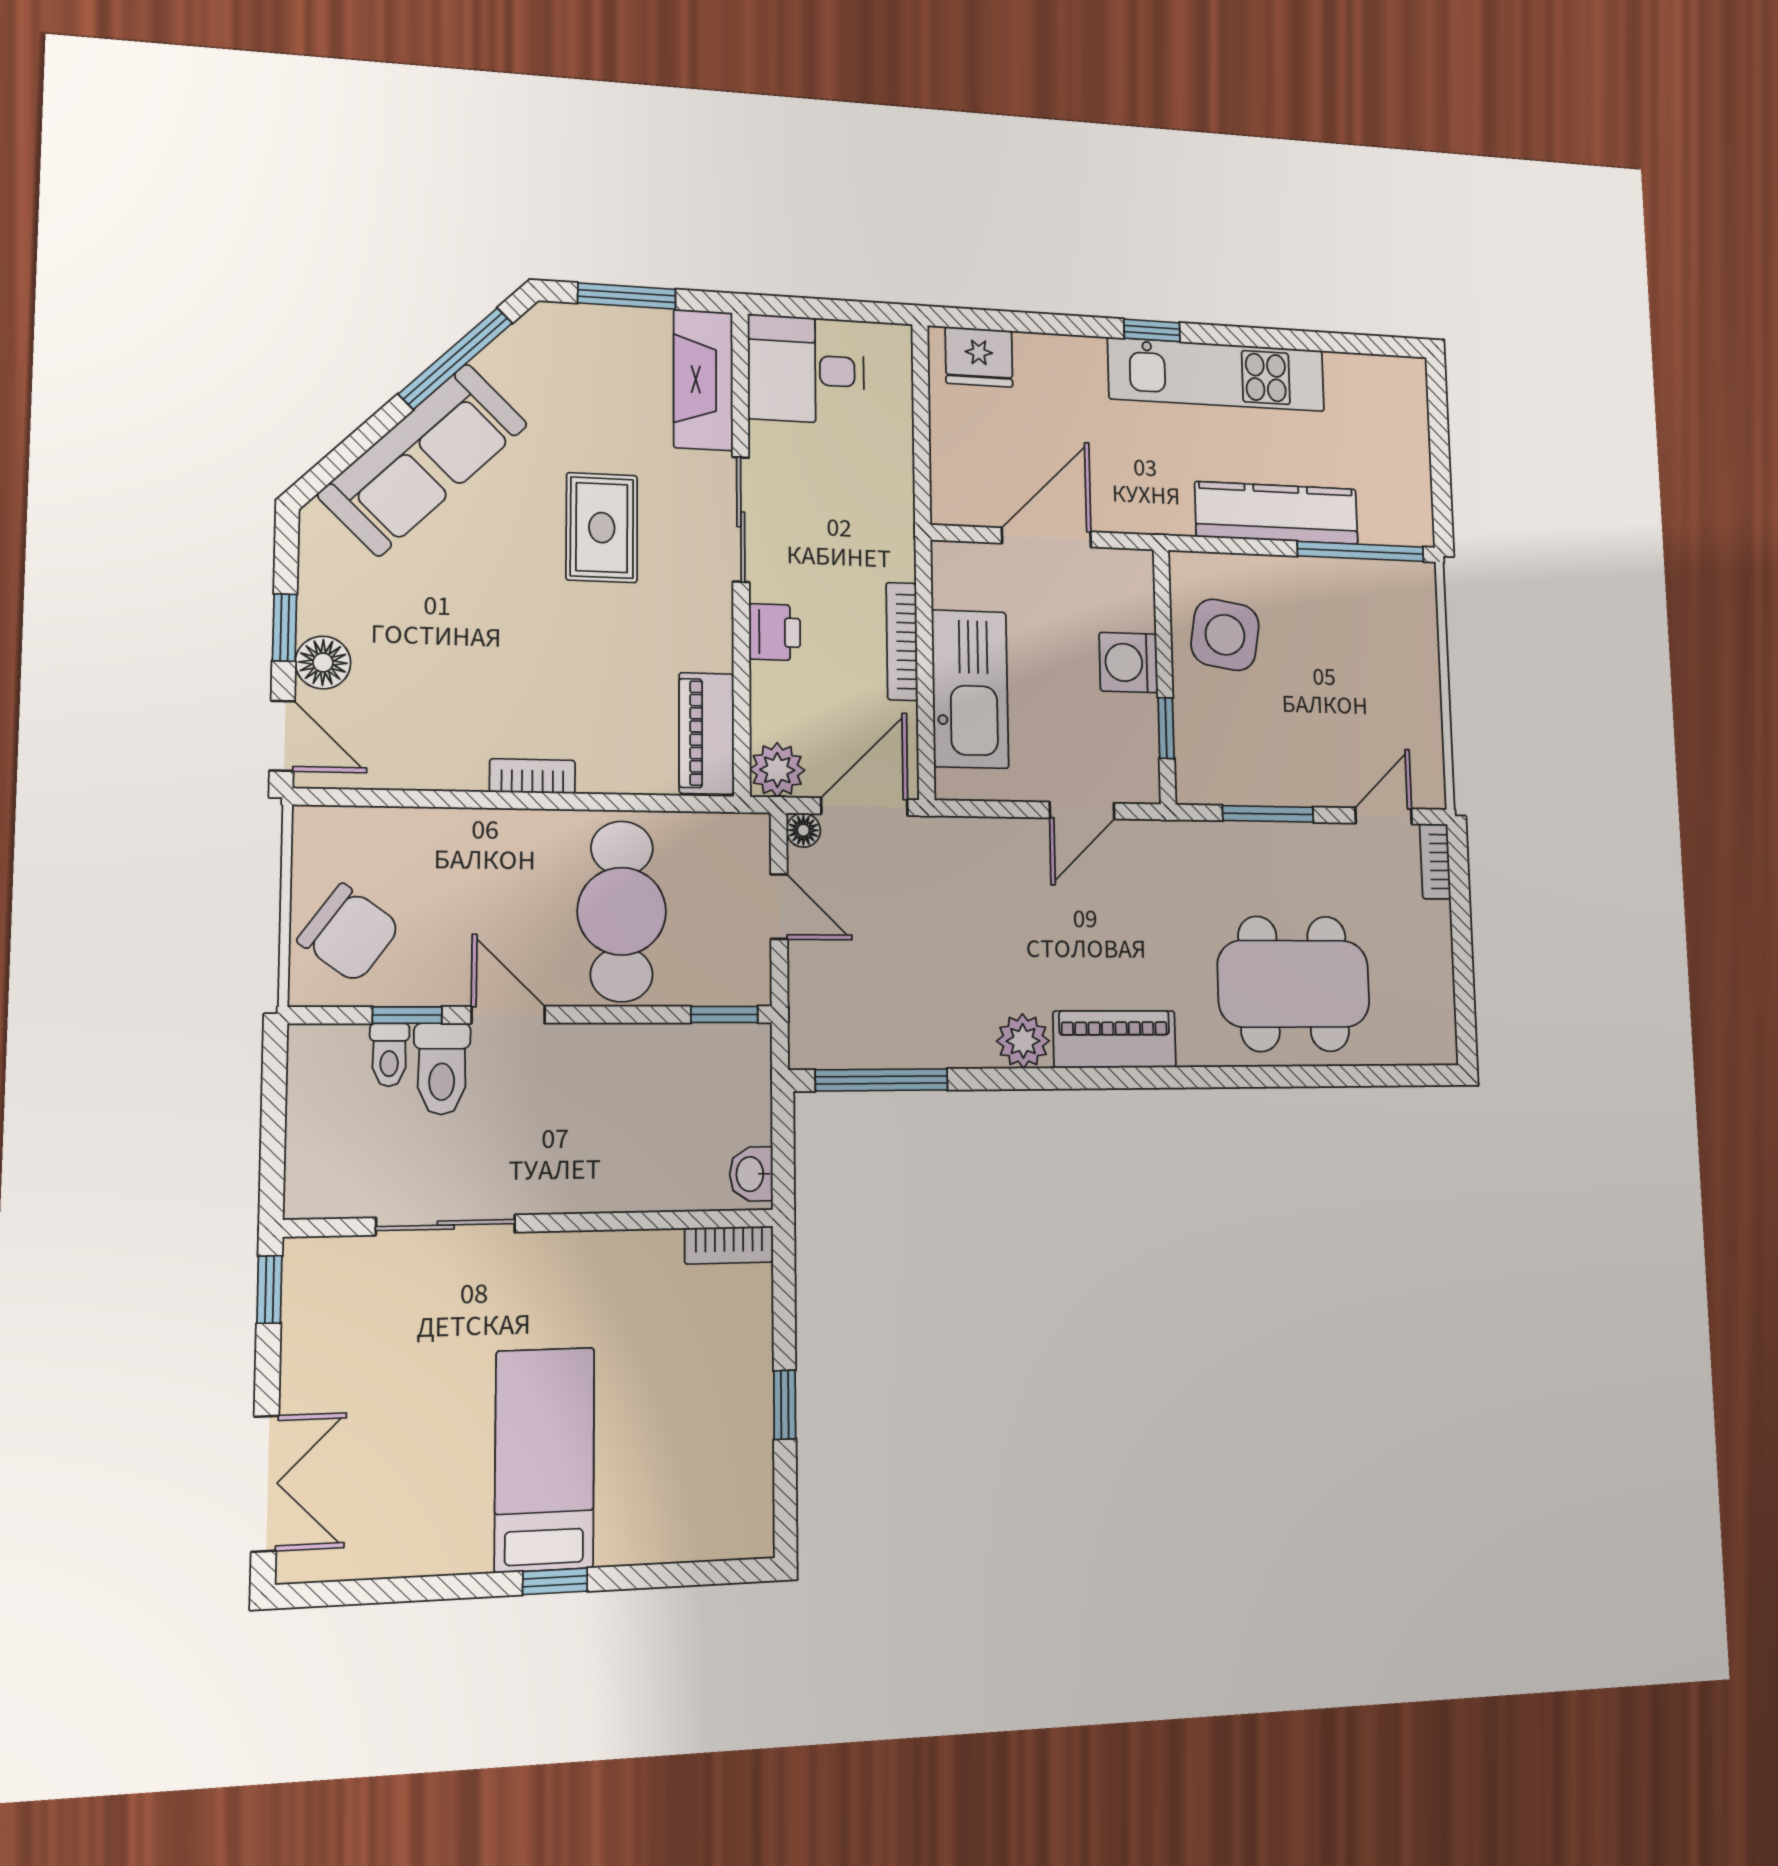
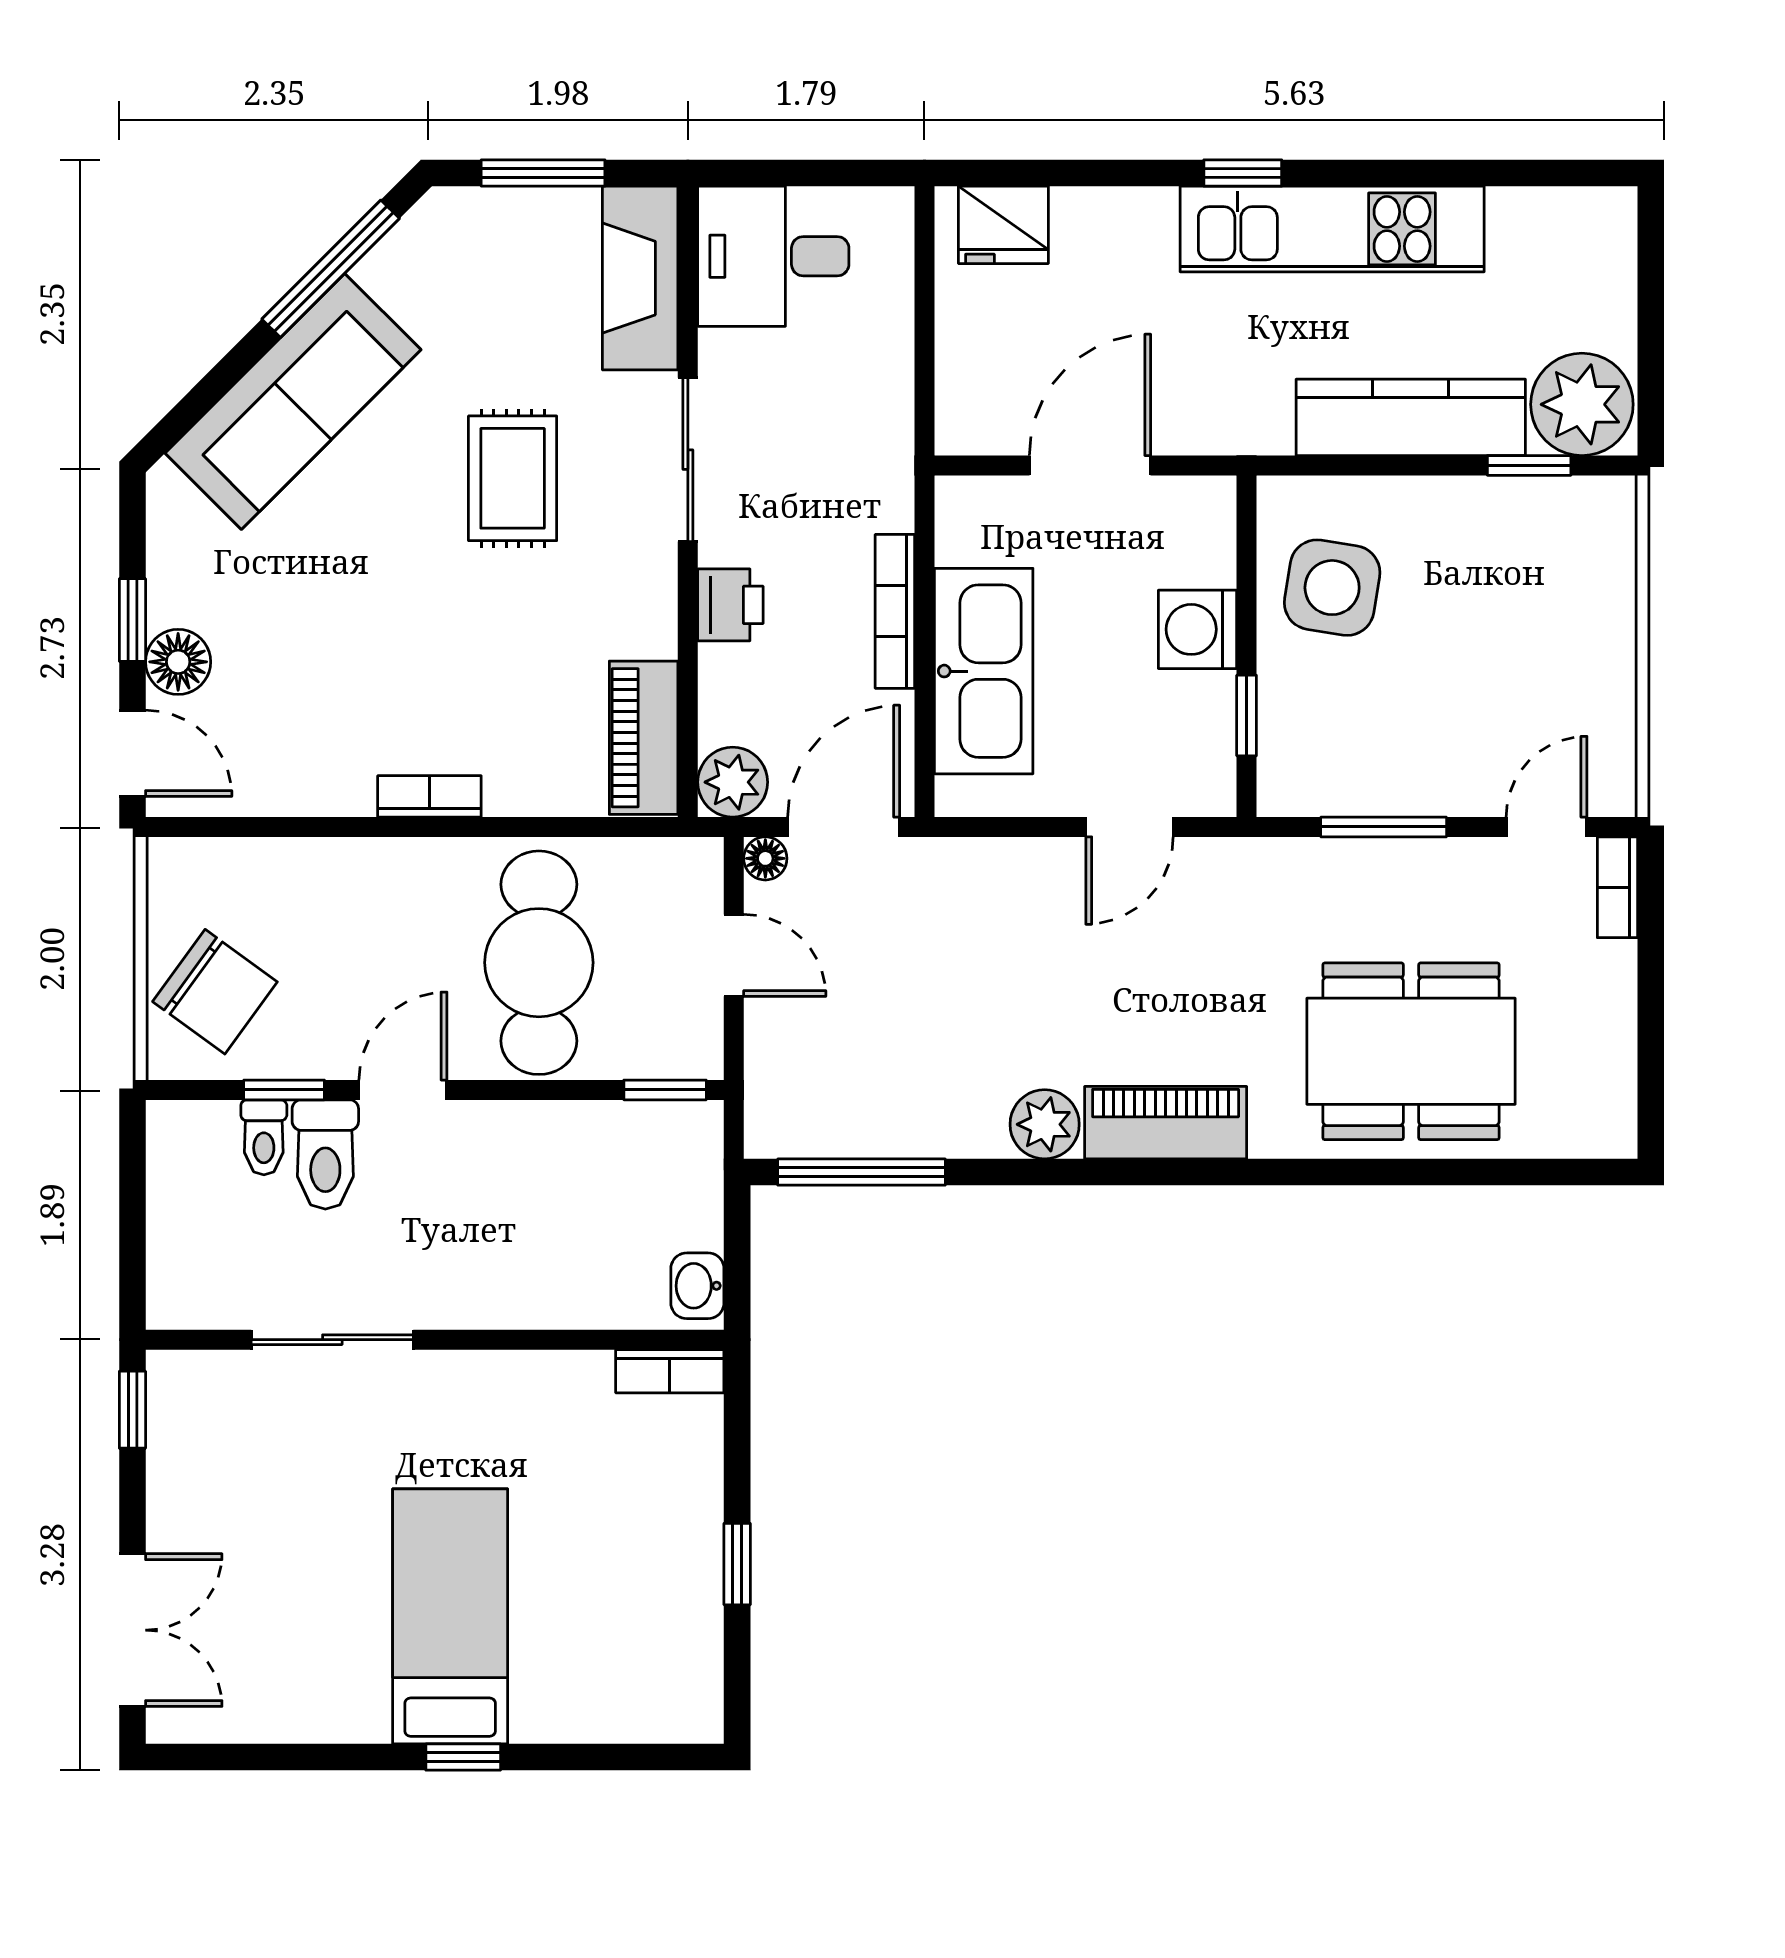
plant: (1395, 509) -> (1582, 404), added
window: (1361, 551) -> (1529, 465), width x0.46
door: (508, 1015) -> (403, 1090), hinge flipped

